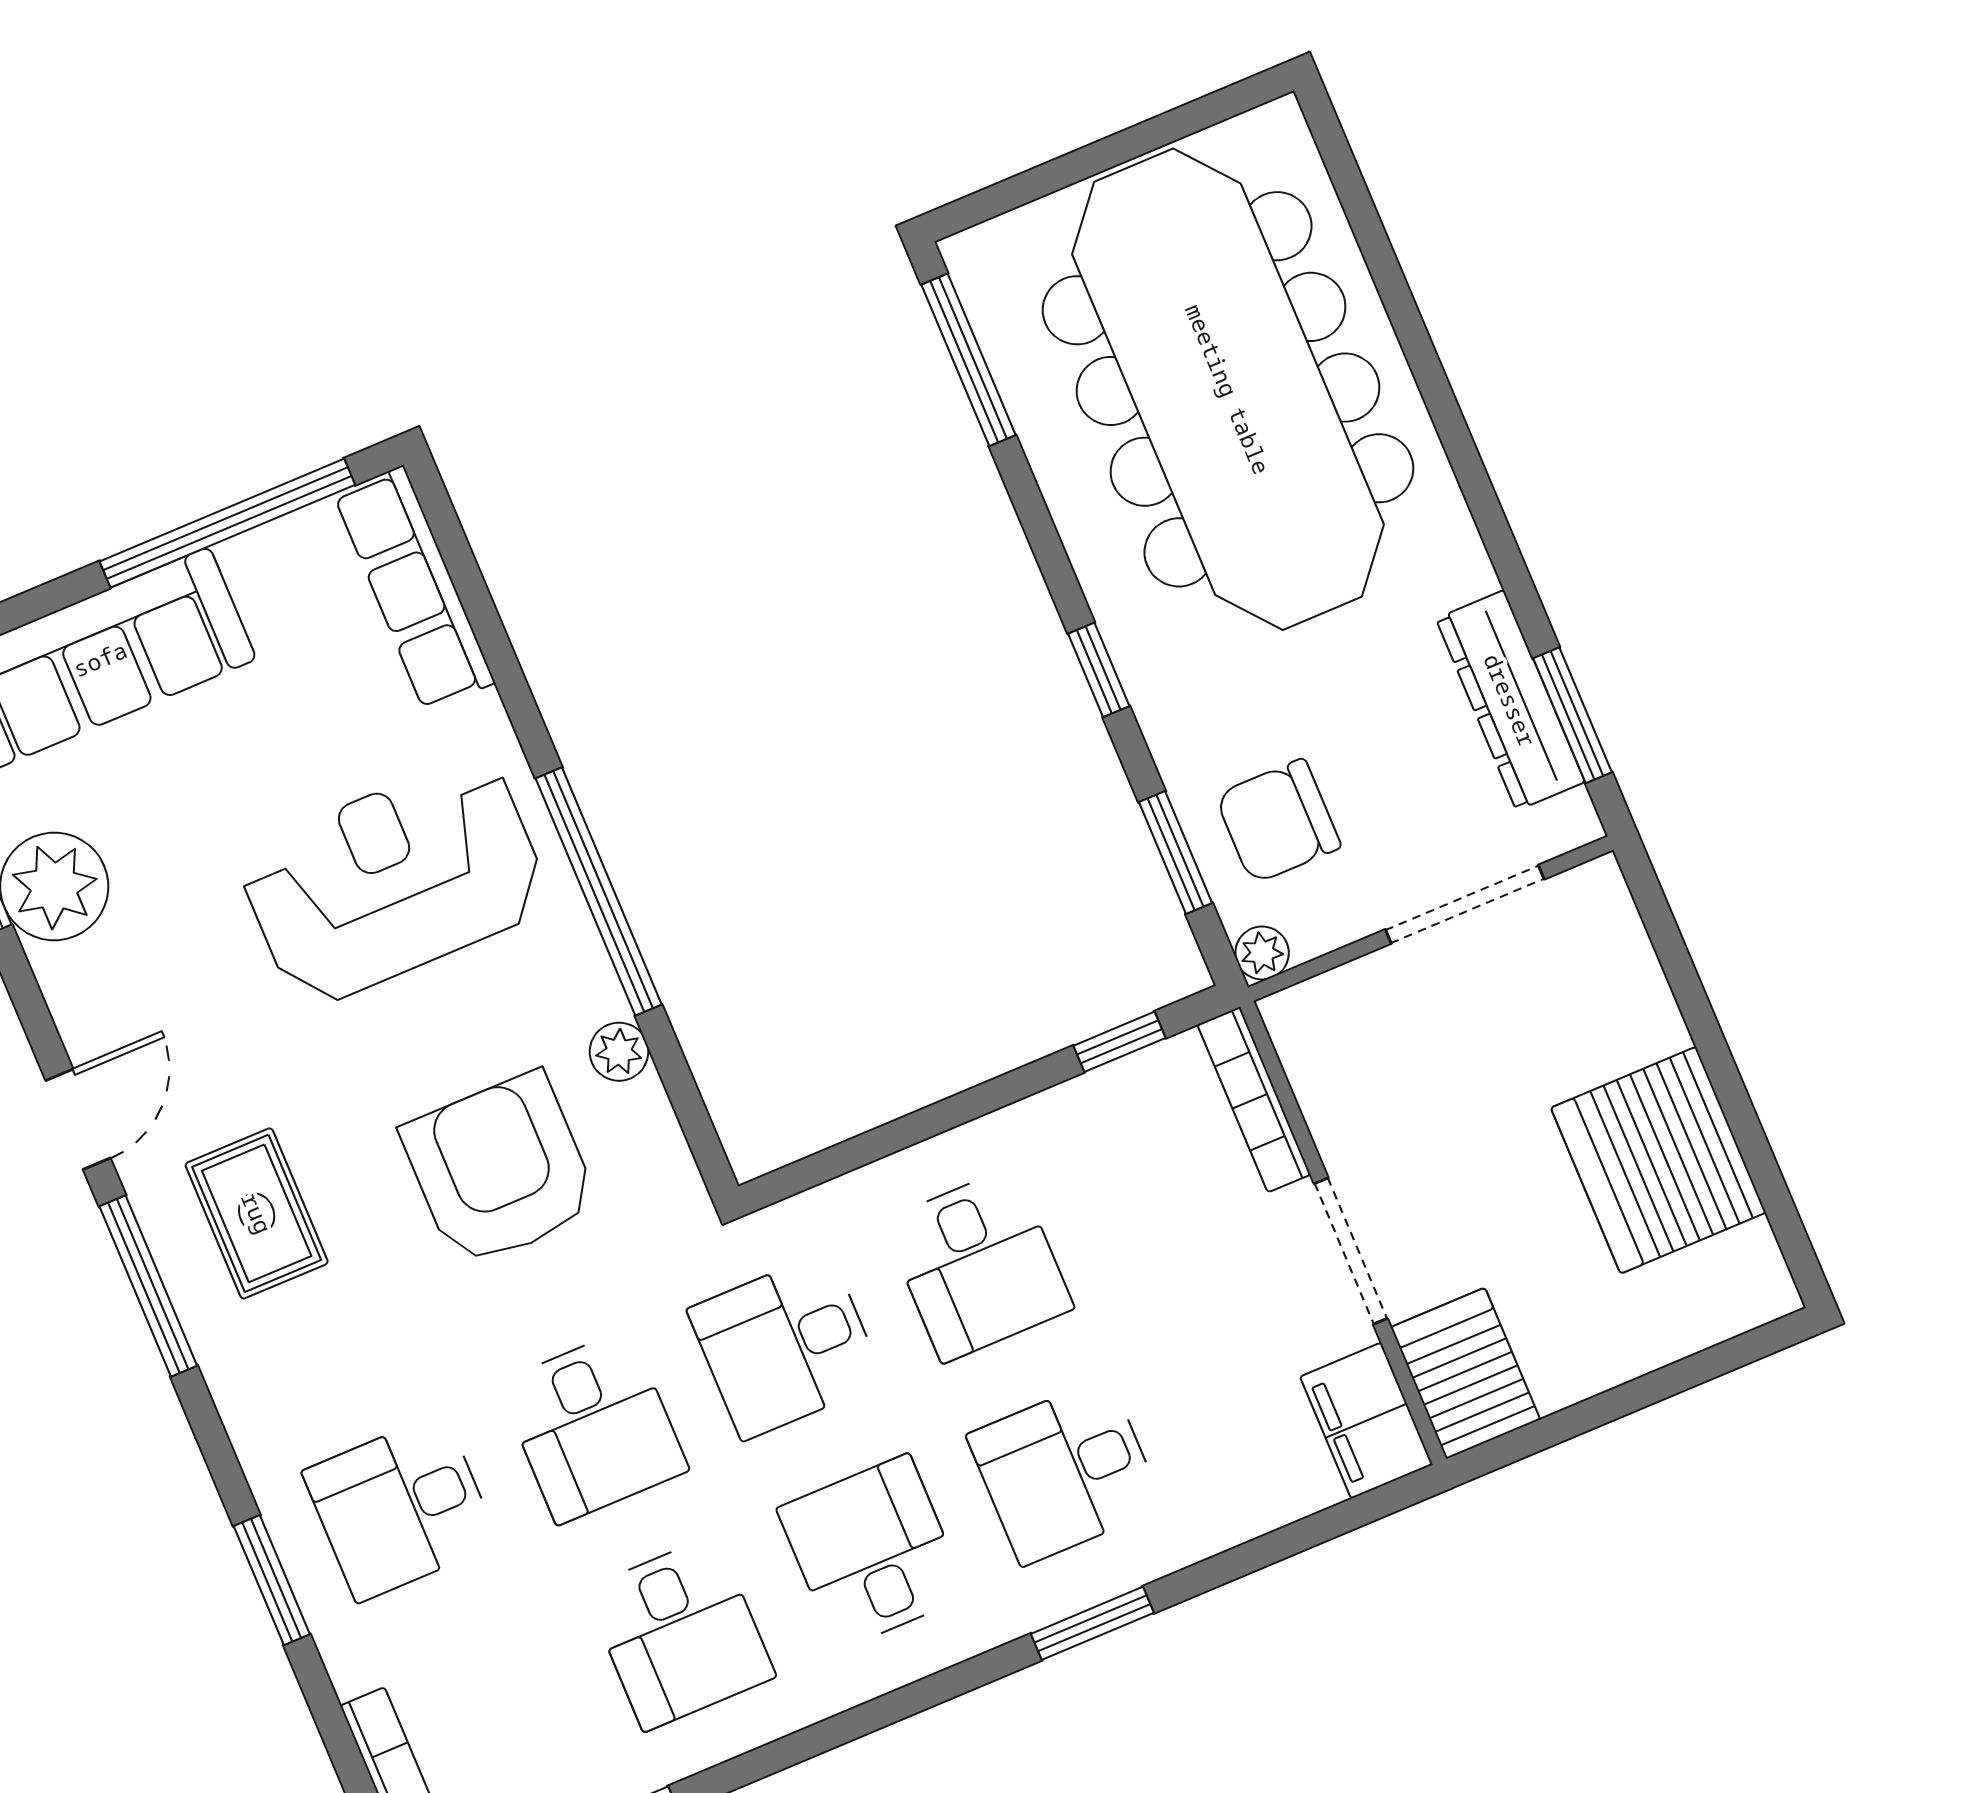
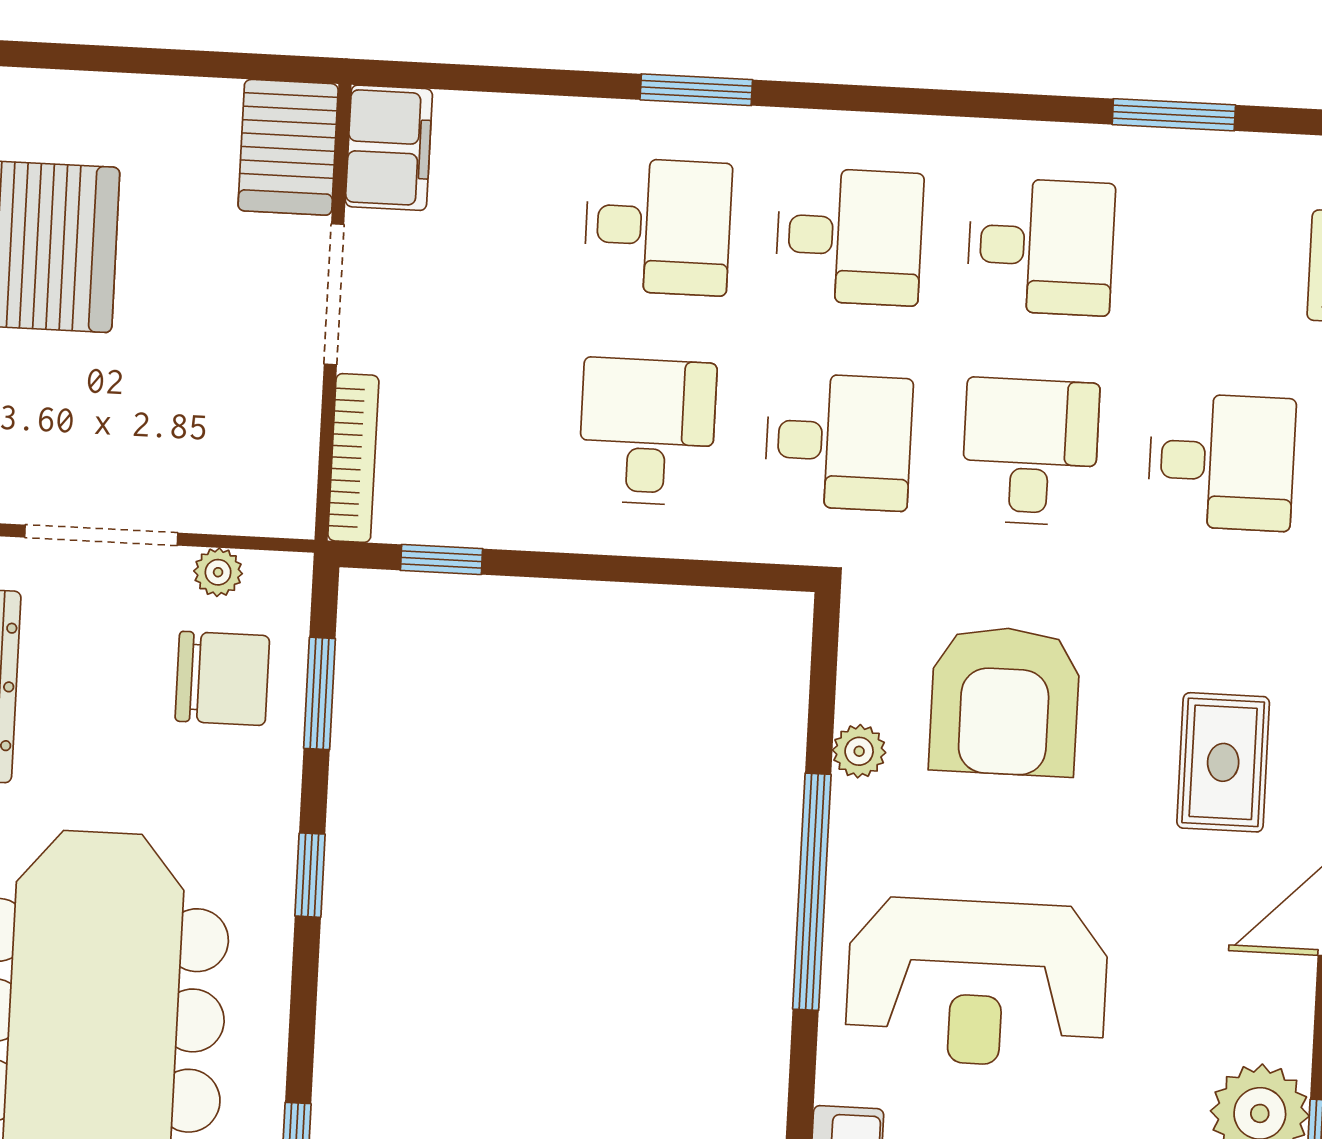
plant: (1262, 953) -> (218, 572), moved
desk: (873, 1552) -> (849, 236), turned -90
desk: (680, 1633) -> (1041, 246), turned 90

